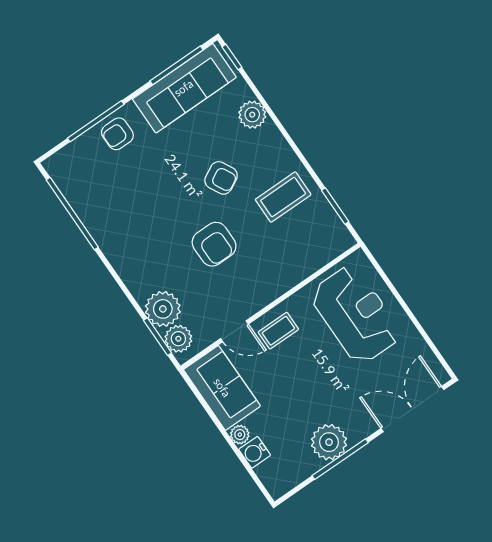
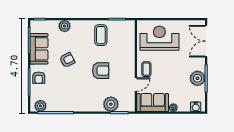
sofa: (184, 88) -> (39, 49), width x0.73
armchair: (221, 178) -> (67, 60), moved
plant: (178, 339) -> (40, 106), moved
water cooler: (255, 452) -> (196, 107), moved

